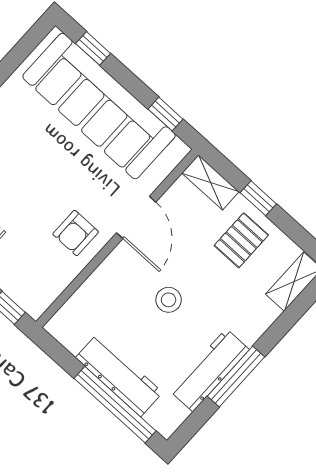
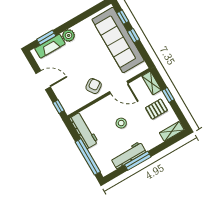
window: (166, 114) -> (134, 36), moved
door: (136, 217) -> (119, 87), hinge flipped
armchair: (76, 233) -> (94, 86), turned 146
workbench: (119, 375) -> (84, 130), moved

